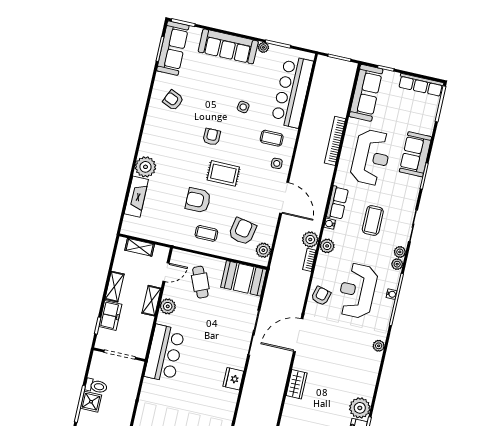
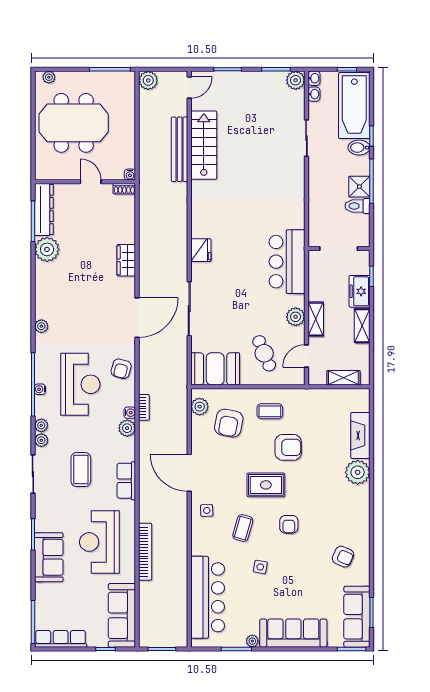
coffee table: (272, 138) -> (243, 528), moved, turned -74
water cooler: (330, 224) -> (130, 413), moved
plant: (310, 239) -> (148, 431), removed

